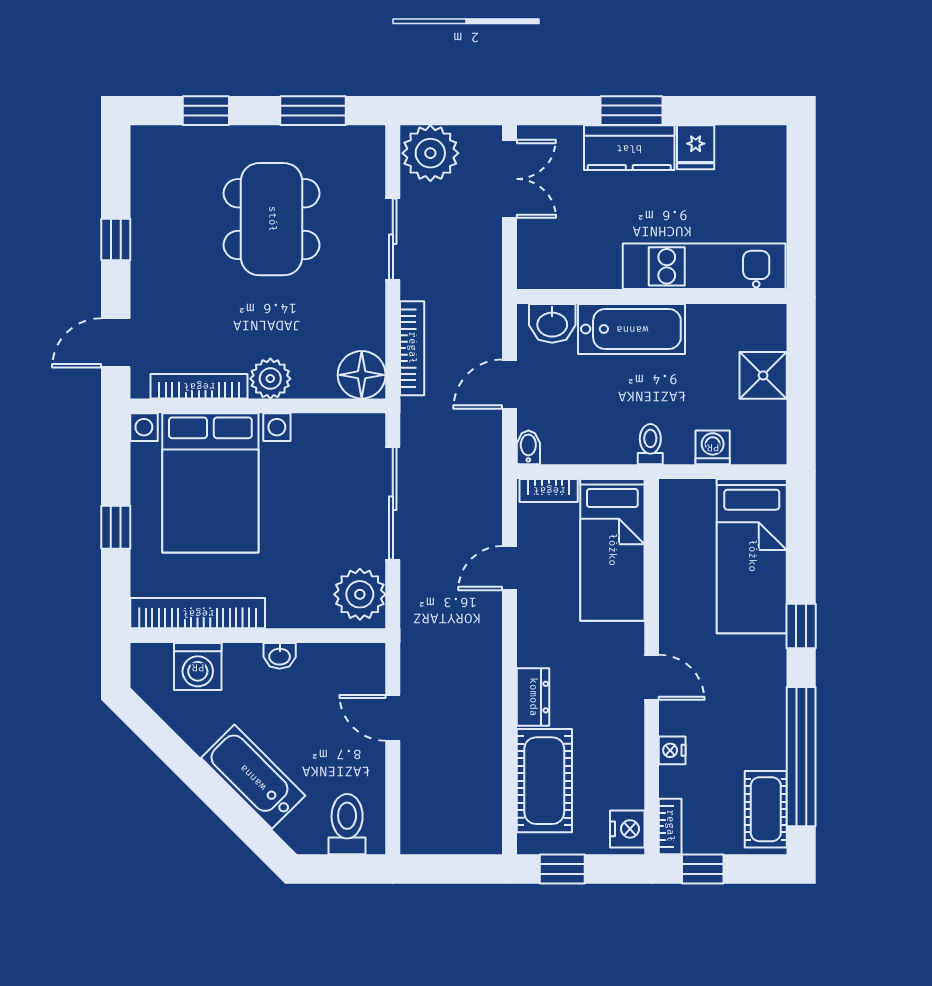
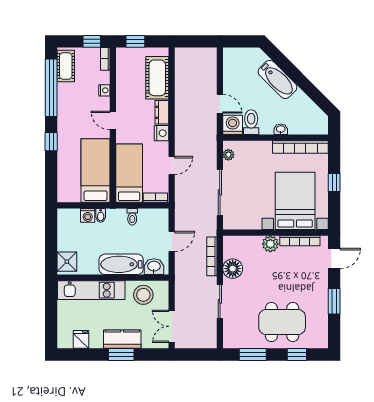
fridge: (696, 147) -> (81, 339), moved
plant: (430, 153) -> (204, 337), removed
dining table: (272, 219) -> (282, 322), moved, turned 90
window: (116, 239) -> (334, 301), width x1.50
stool: (578, 255) -> (143, 295), added
floor lamp: (362, 375) -> (233, 269), moved
shower: (763, 375) -> (67, 262), moved
toilet: (650, 444) -> (132, 217), moved
bidet: (528, 447) -> (101, 215), moved
bed: (752, 556) -> (96, 171), moved
plant: (360, 594) -> (228, 155), width x0.53, depth x0.53
washbasin: (280, 656) -> (281, 129), moved
washing machine: (198, 667) -> (233, 125), moved
toilet: (347, 824) -> (251, 122), moved, turned 180
nightstand: (627, 829) -> (162, 133), moved, turned 180
window: (562, 869) -> (135, 41), moved

